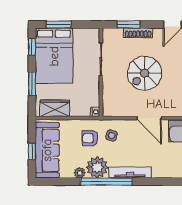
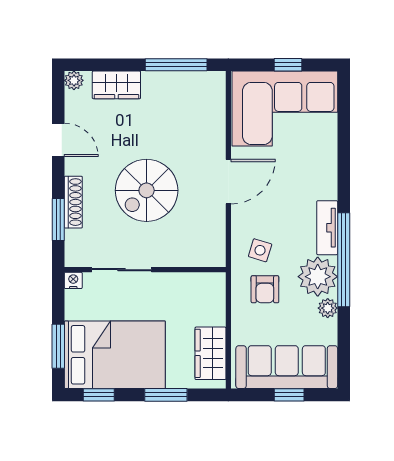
spiral stairs: (145, 73) -> (147, 190), turned 90
nightstand: (95, 112) -> (73, 280), moved
tv unit: (130, 172) -> (327, 228), width x0.71

